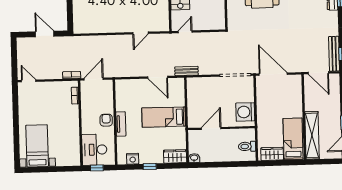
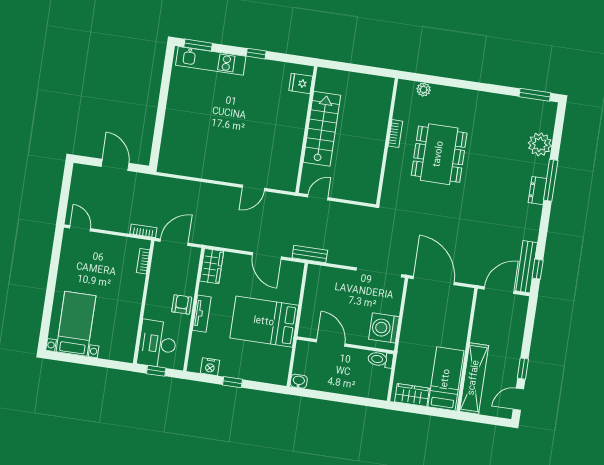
door: (318, 73) -> (499, 290), swing flipped
bed: (164, 117) -> (264, 322), width x1.50
door: (211, 128) -> (331, 343), hinge flipped
toilet: (247, 146) -> (381, 359), moved
wardrobe: (175, 156) -> (212, 266), moved, turned 90

